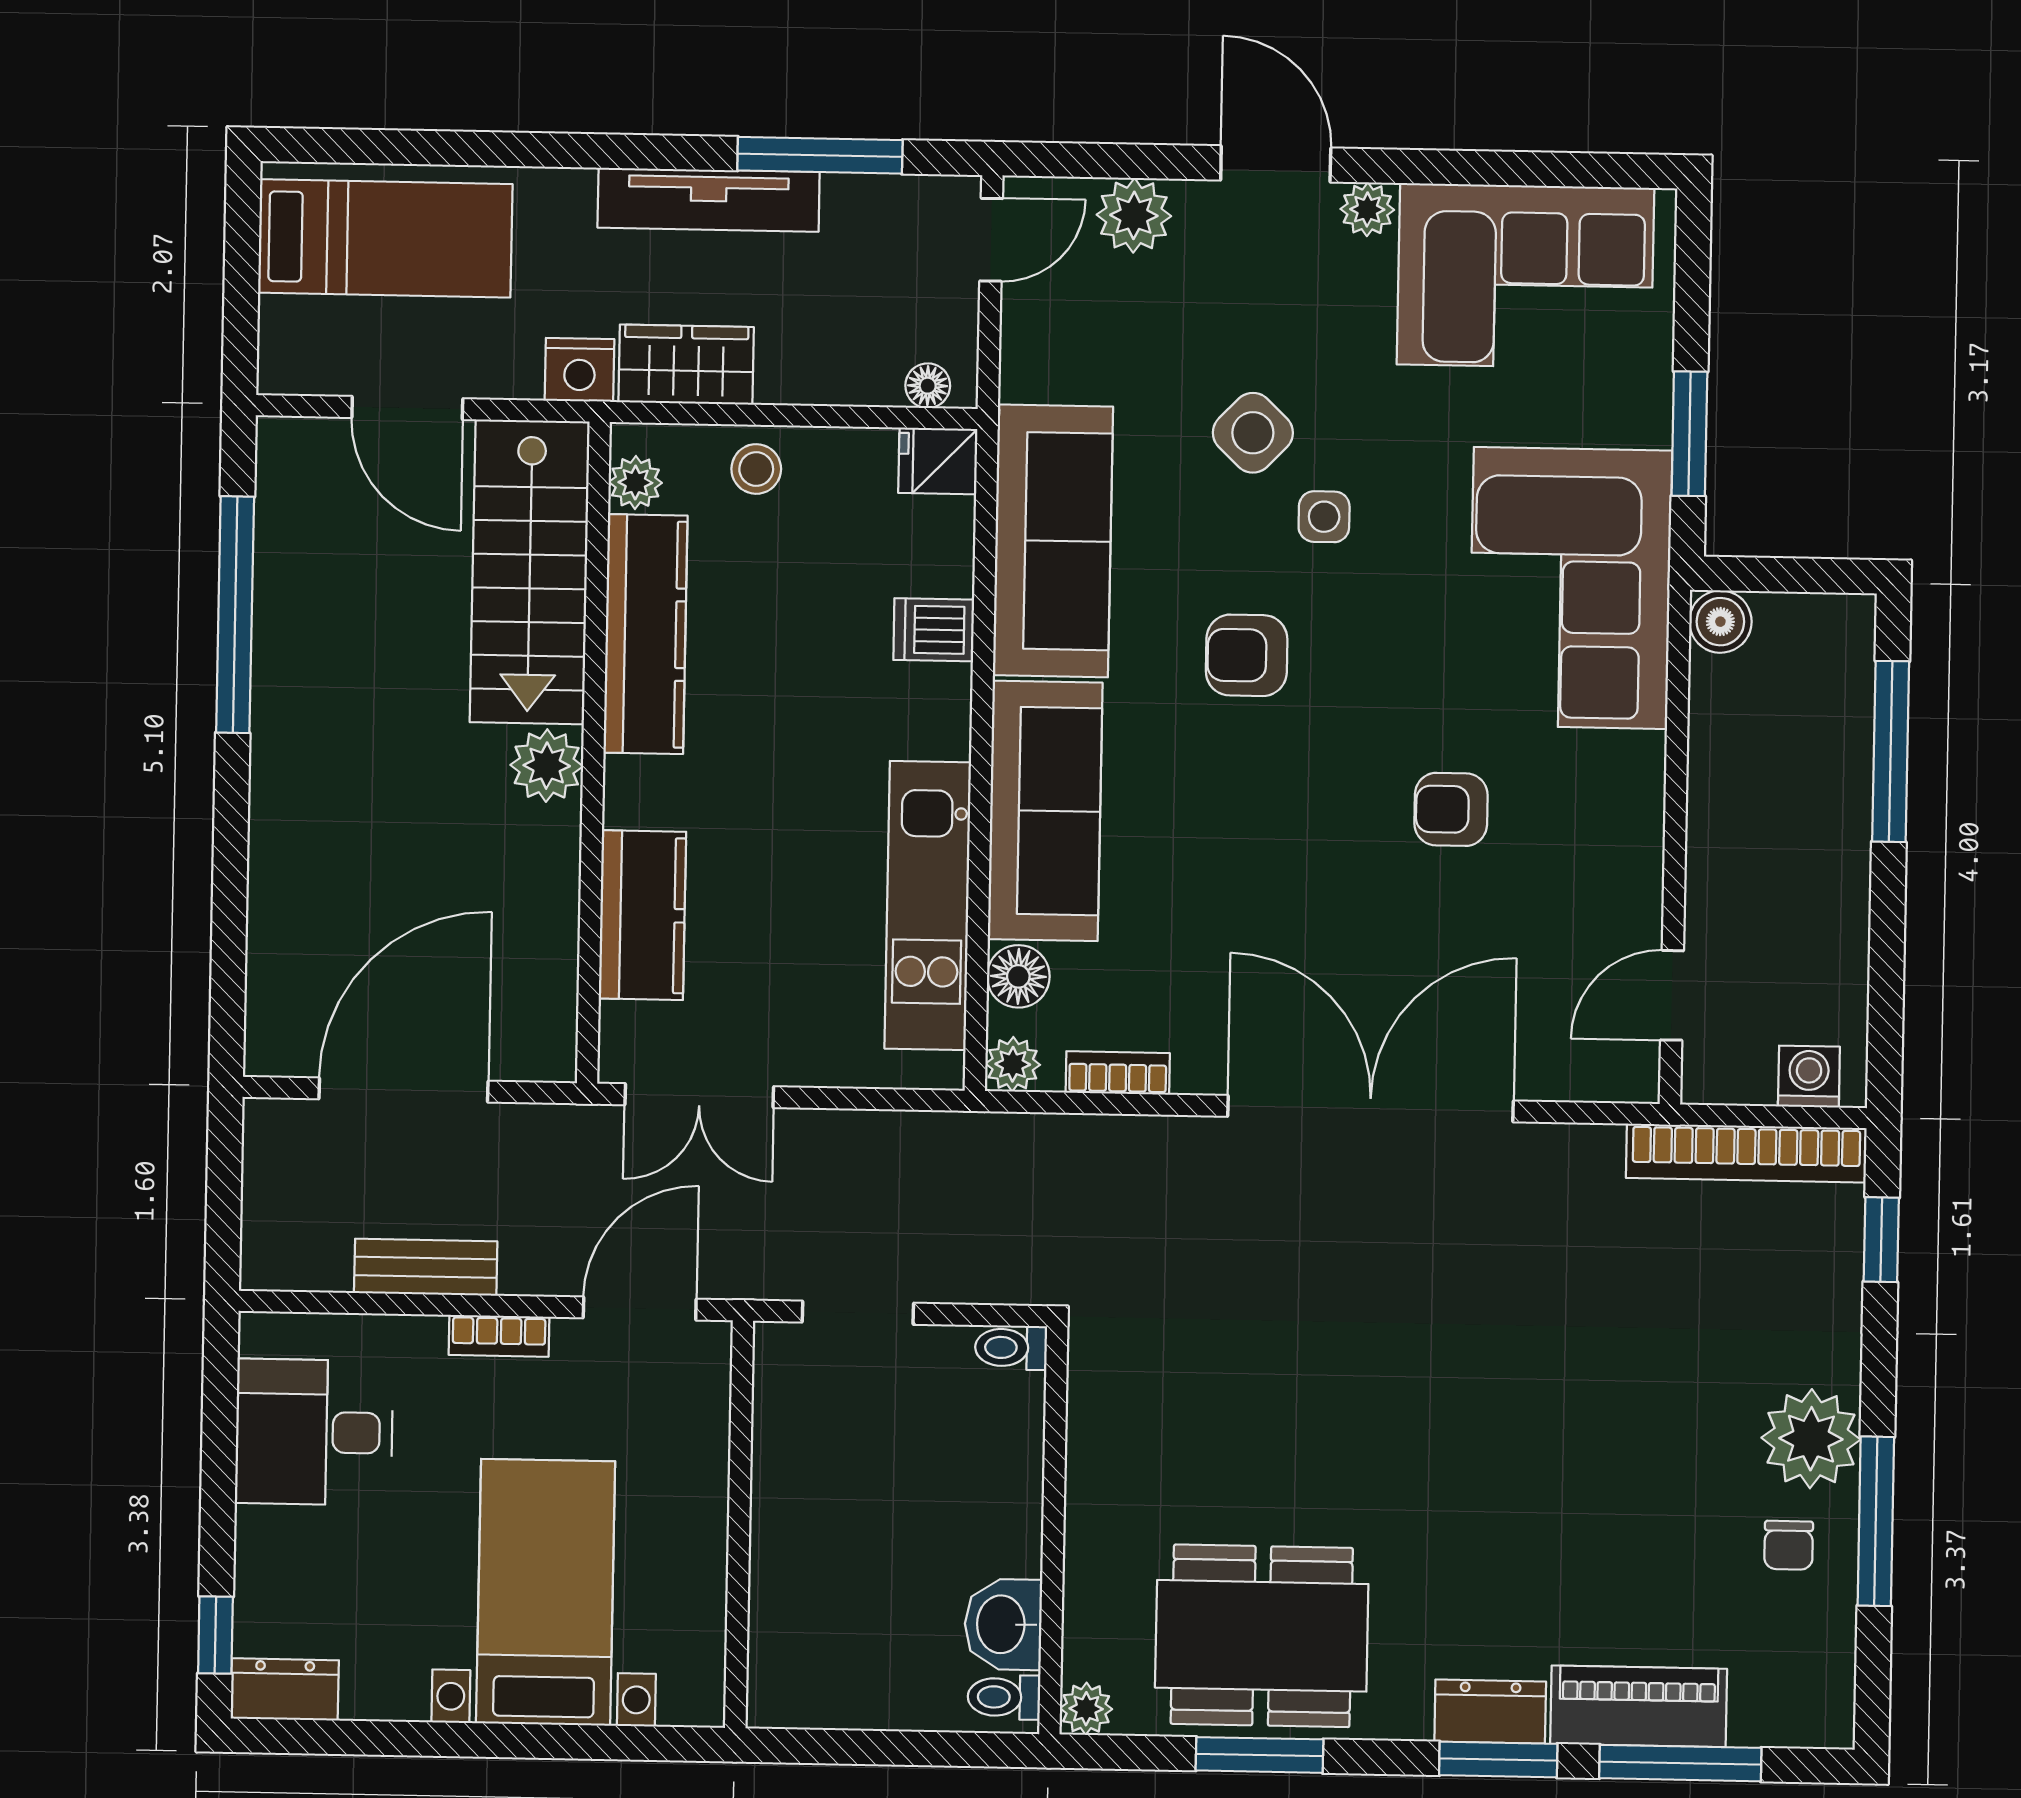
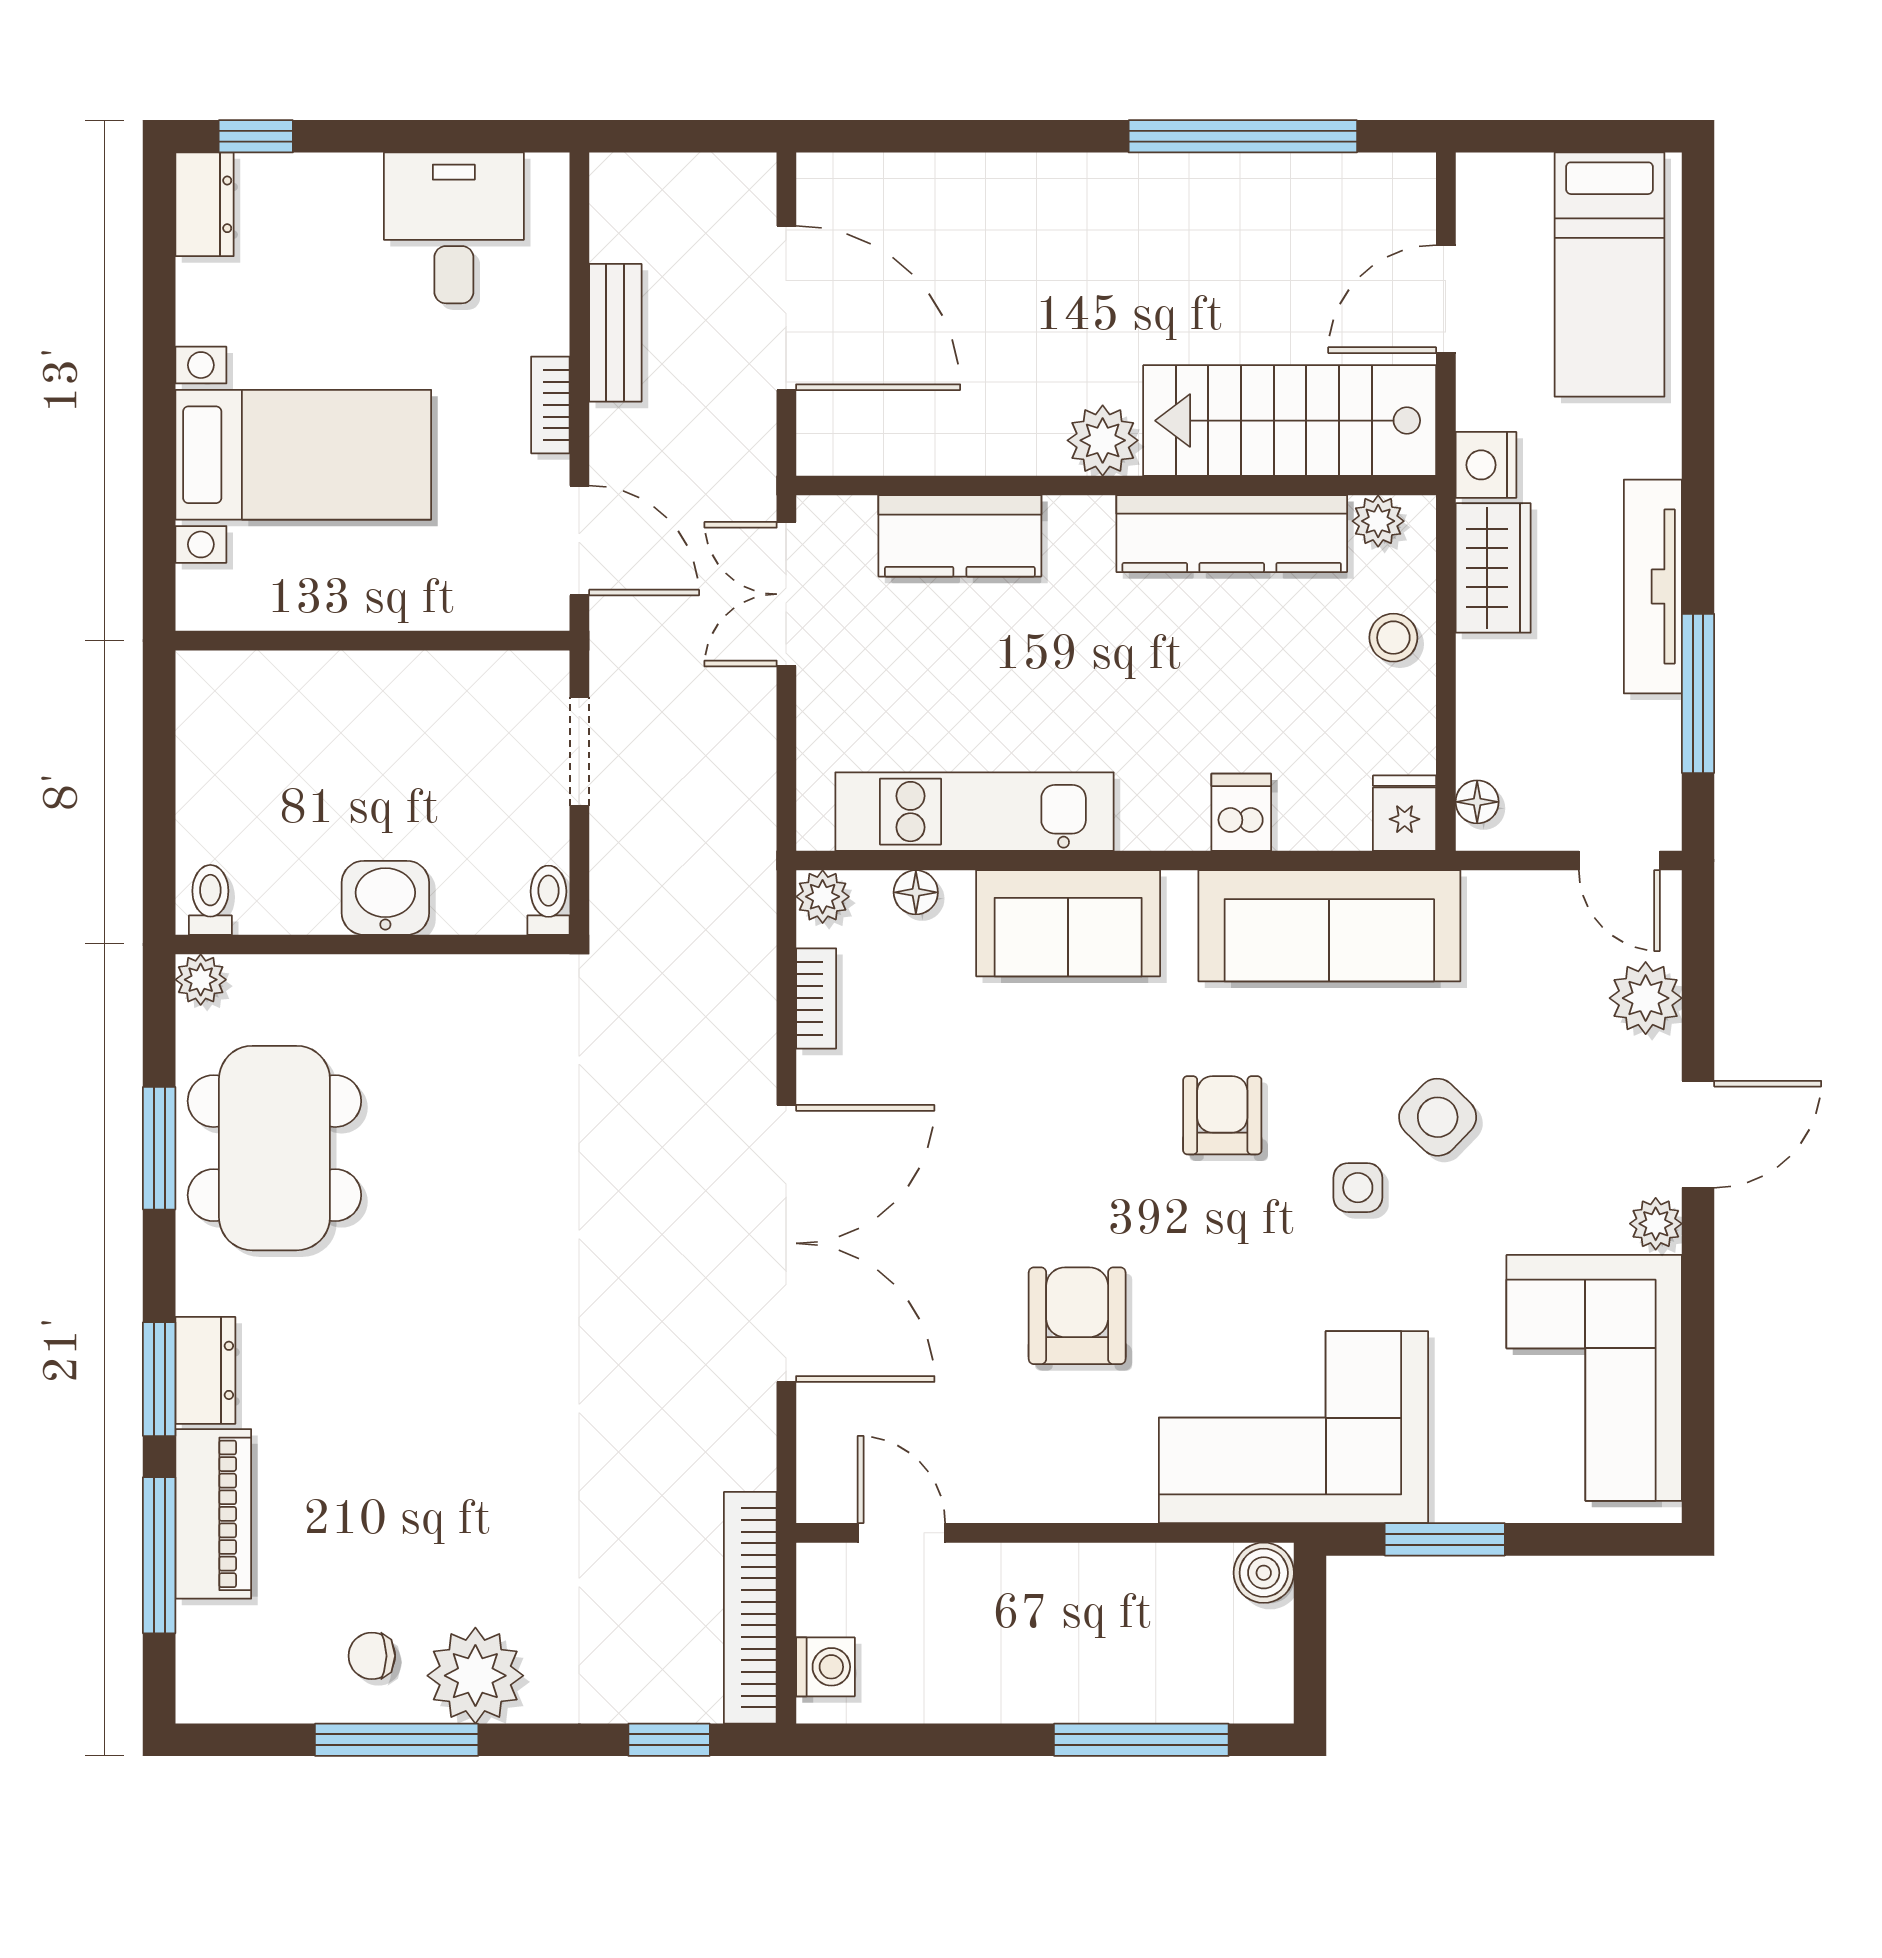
armchair: (1451, 809) -> (1077, 1316), width x1.38, depth x1.38
sofa: (1045, 811) -> (1068, 923), width x0.73
floor lamp: (1018, 976) -> (916, 892), width x0.73, depth x0.73
washbasin: (1003, 1624) -> (385, 898), moved

